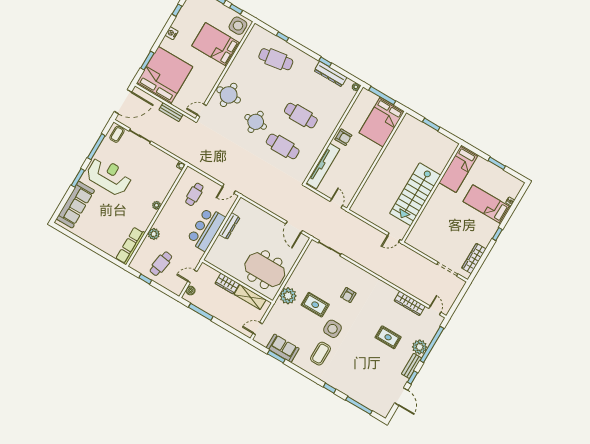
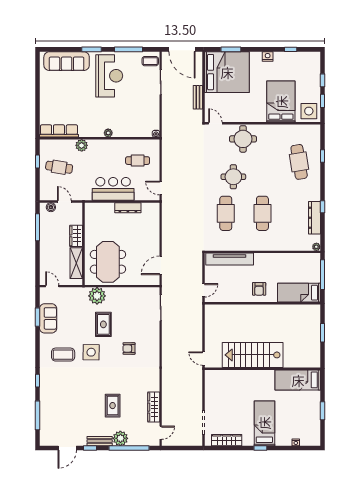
bed: (382, 122) -> (299, 293), width x0.67
armchair: (343, 137) -> (259, 289), moved
bed: (487, 204) -> (264, 423), moved

